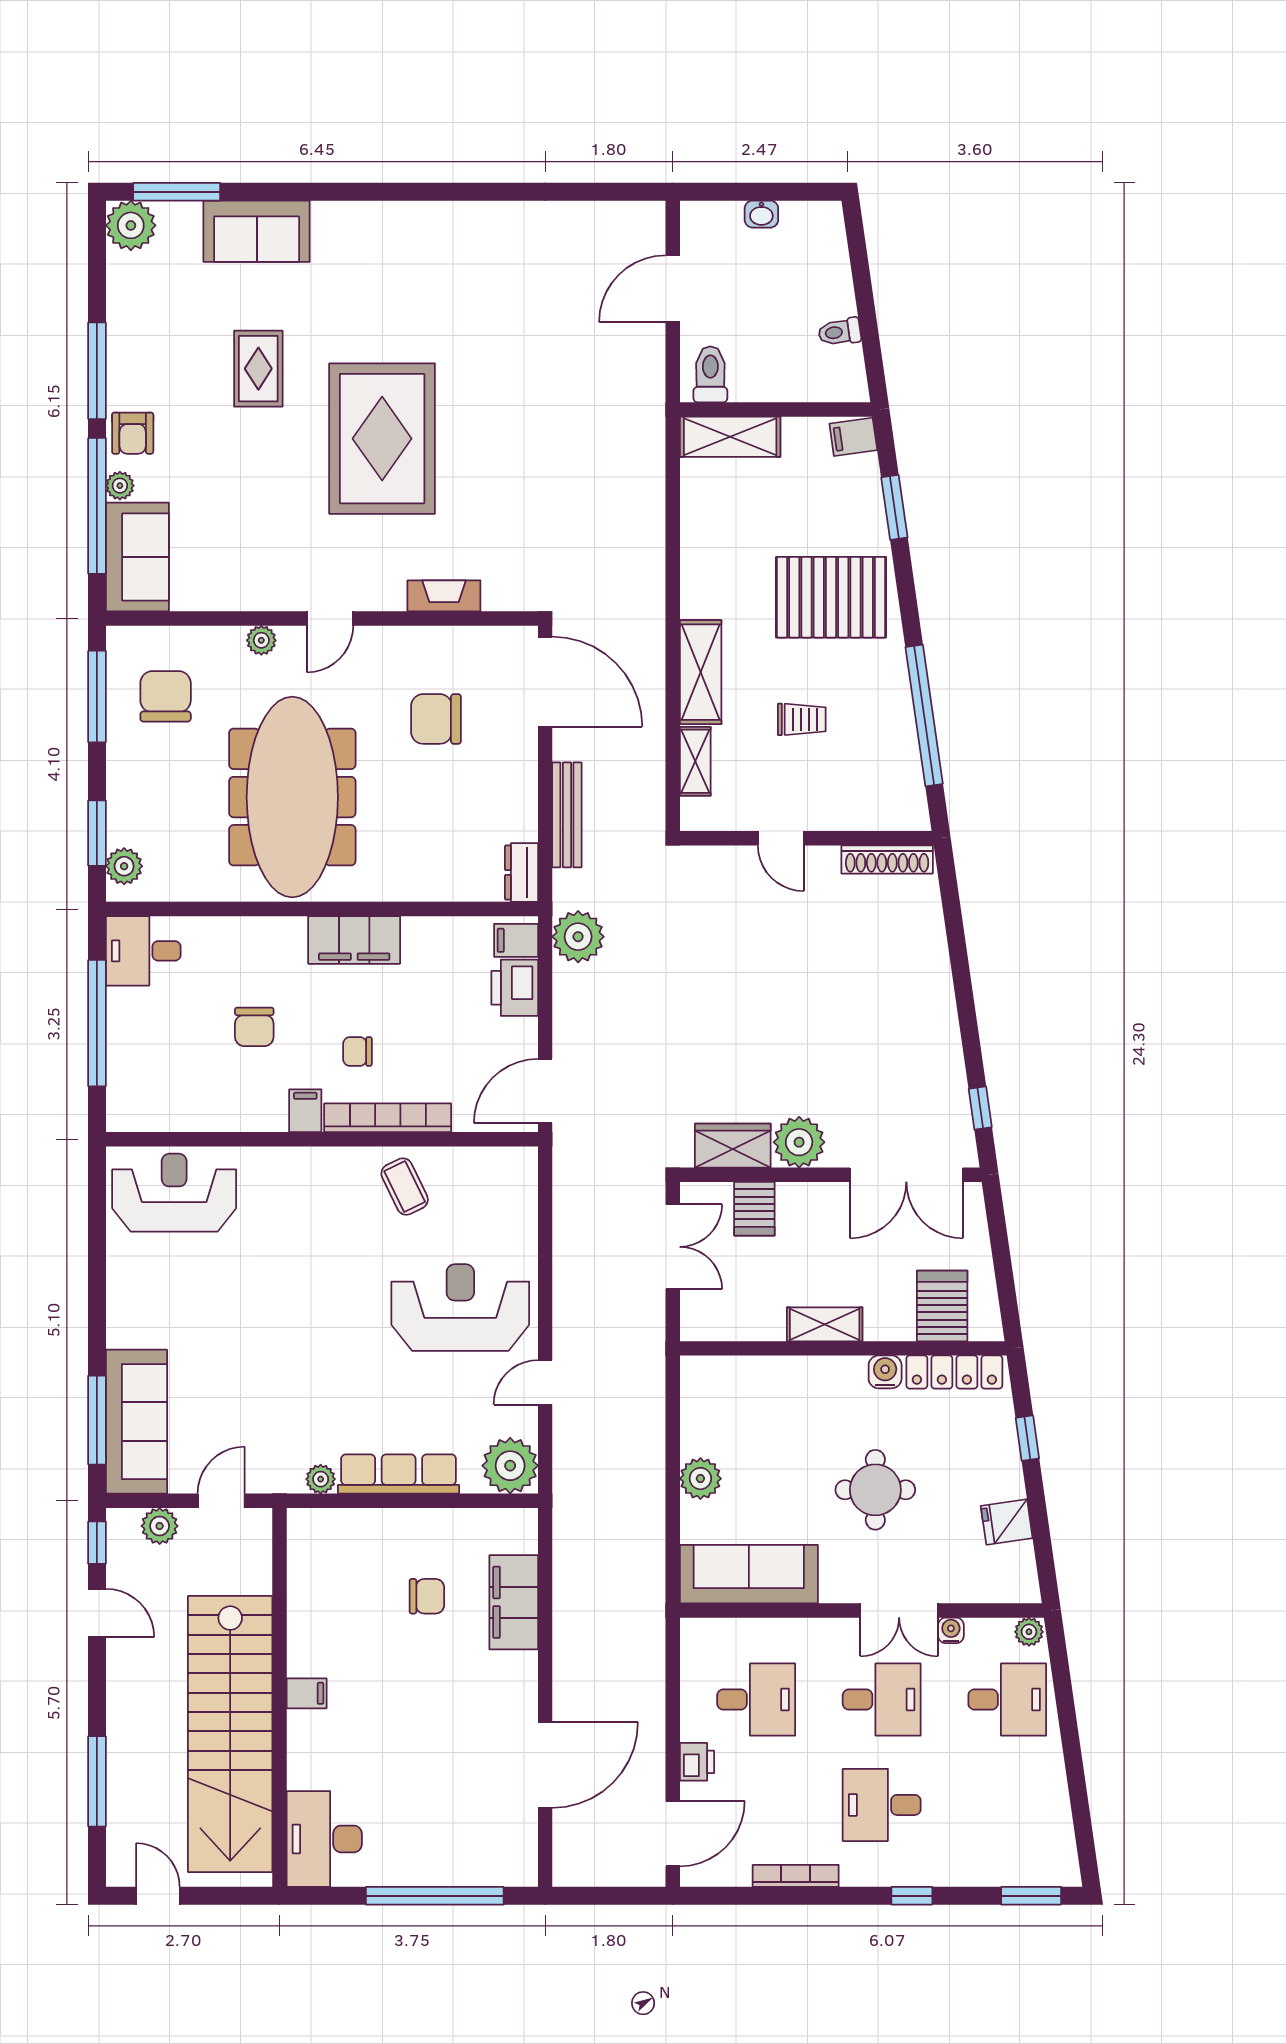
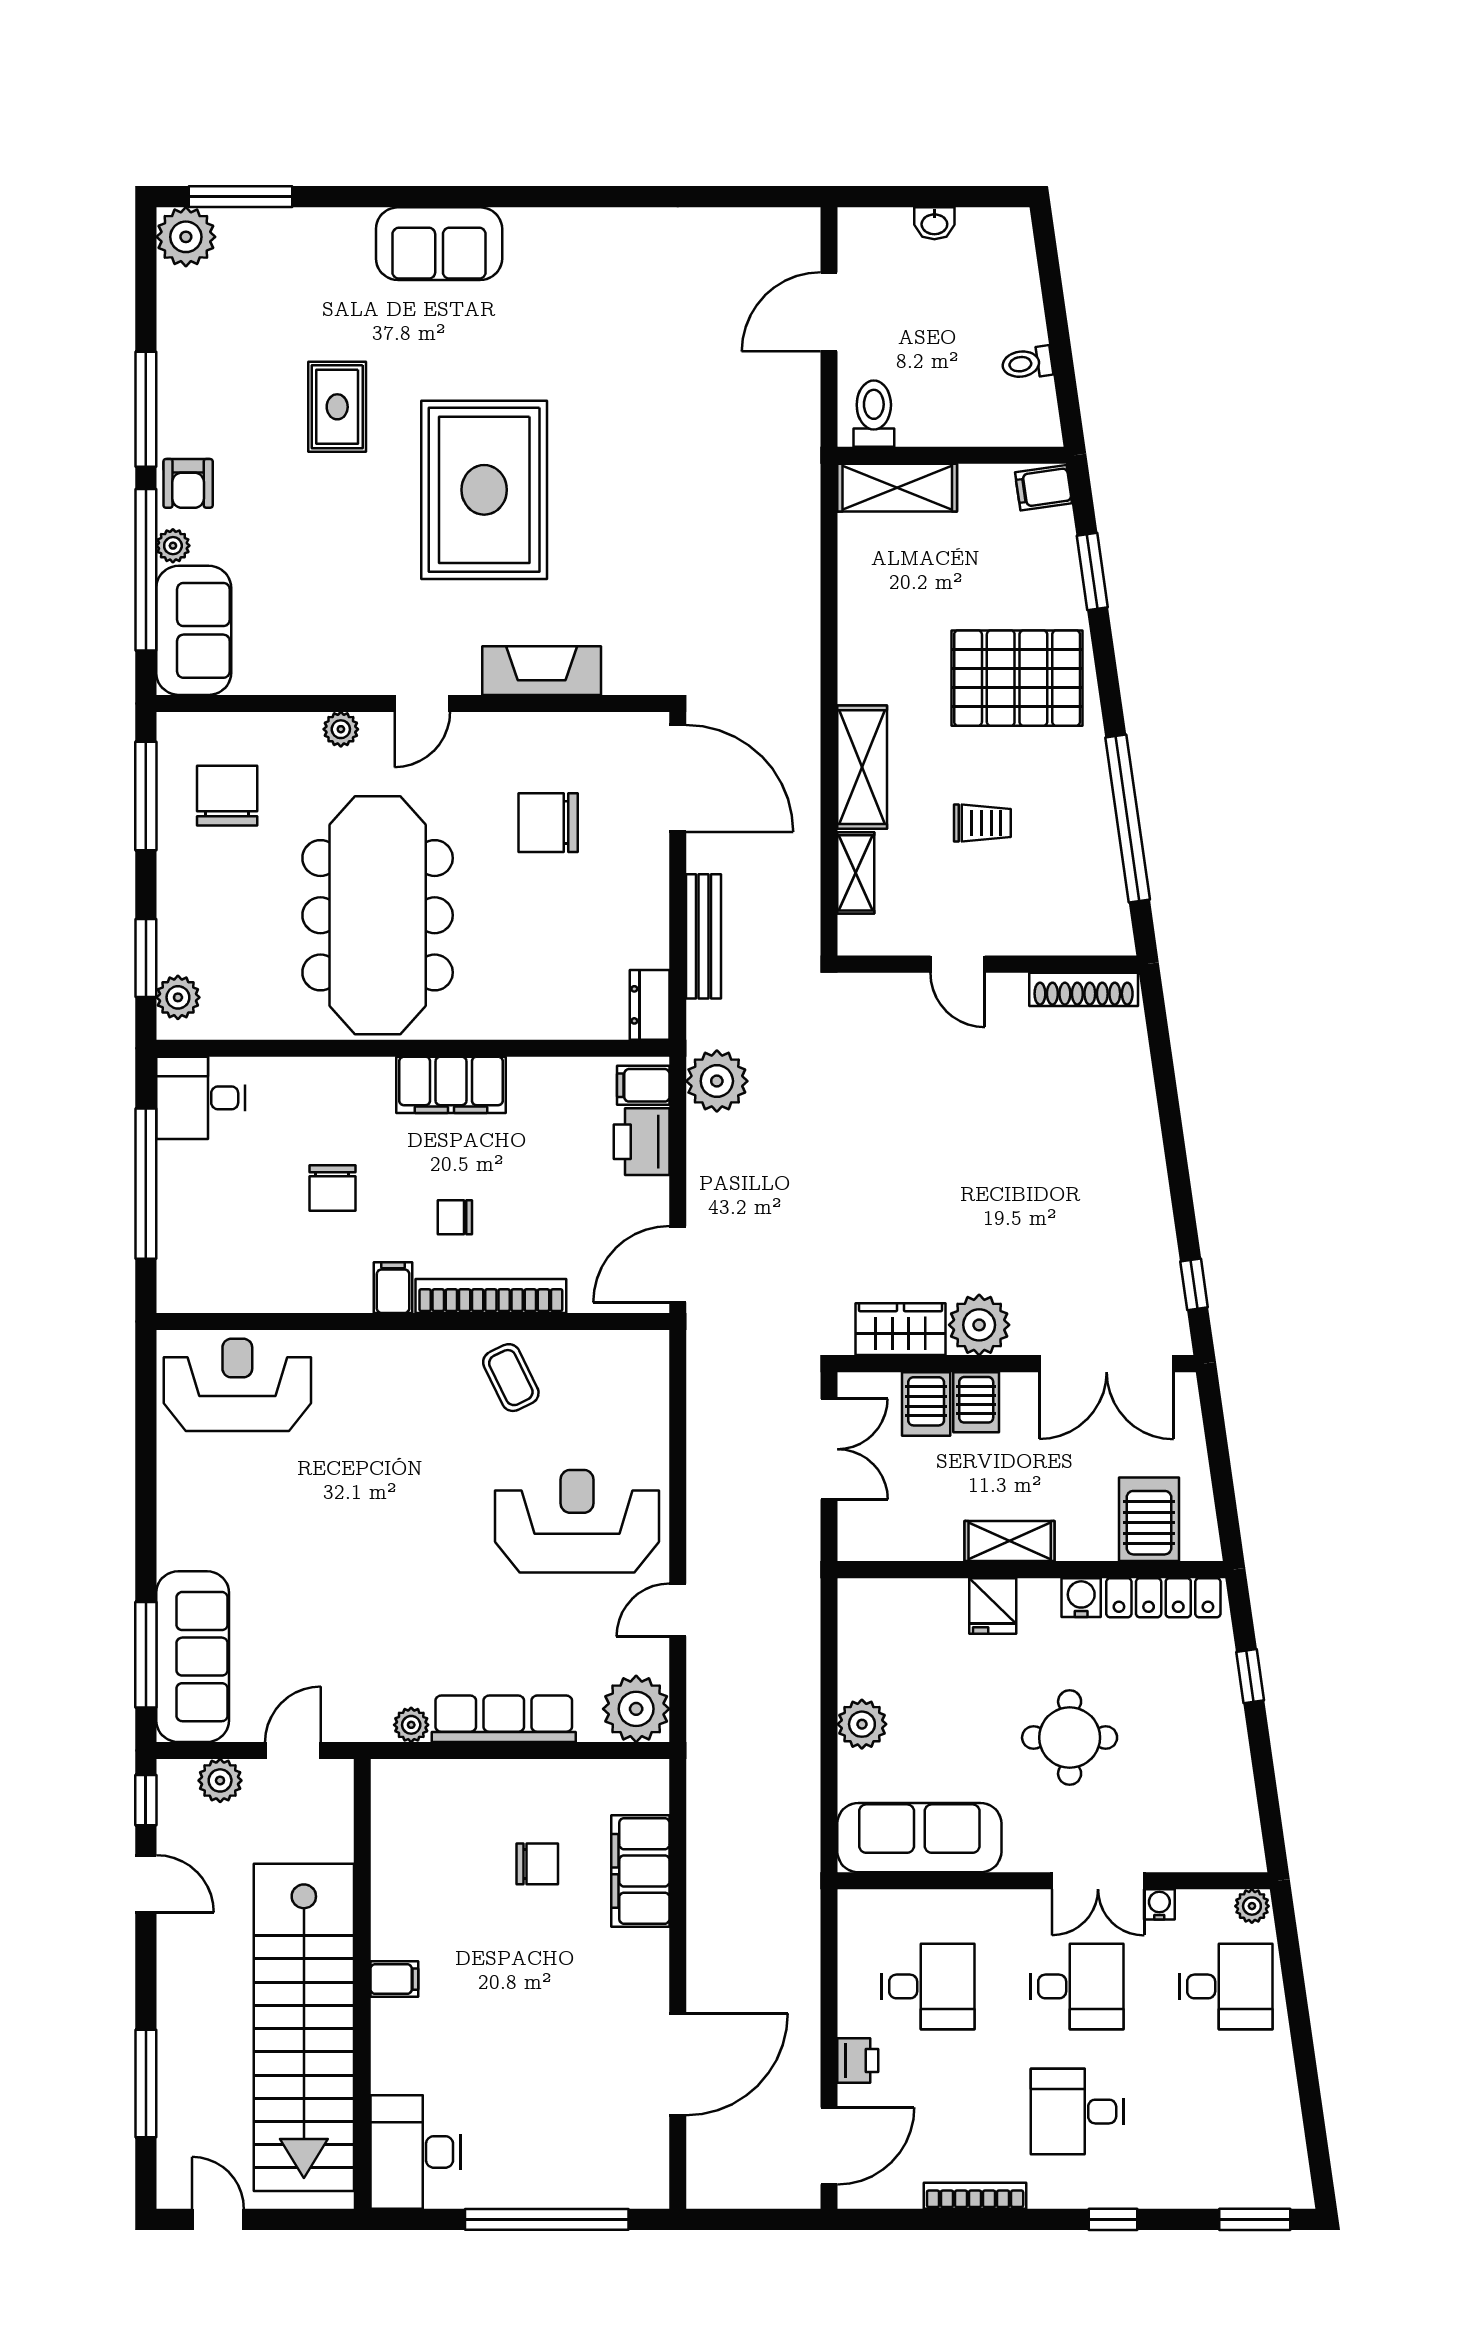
sofa: (257, 231) -> (439, 244), moved
fireplace: (444, 596) -> (542, 671), width x1.37, depth x1.32
server rack: (797, 1207) -> (976, 1402), added
fridge: (1007, 1522) -> (993, 1606), moved, turned -82

